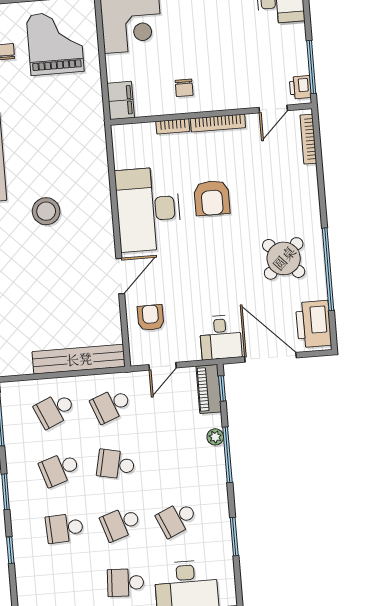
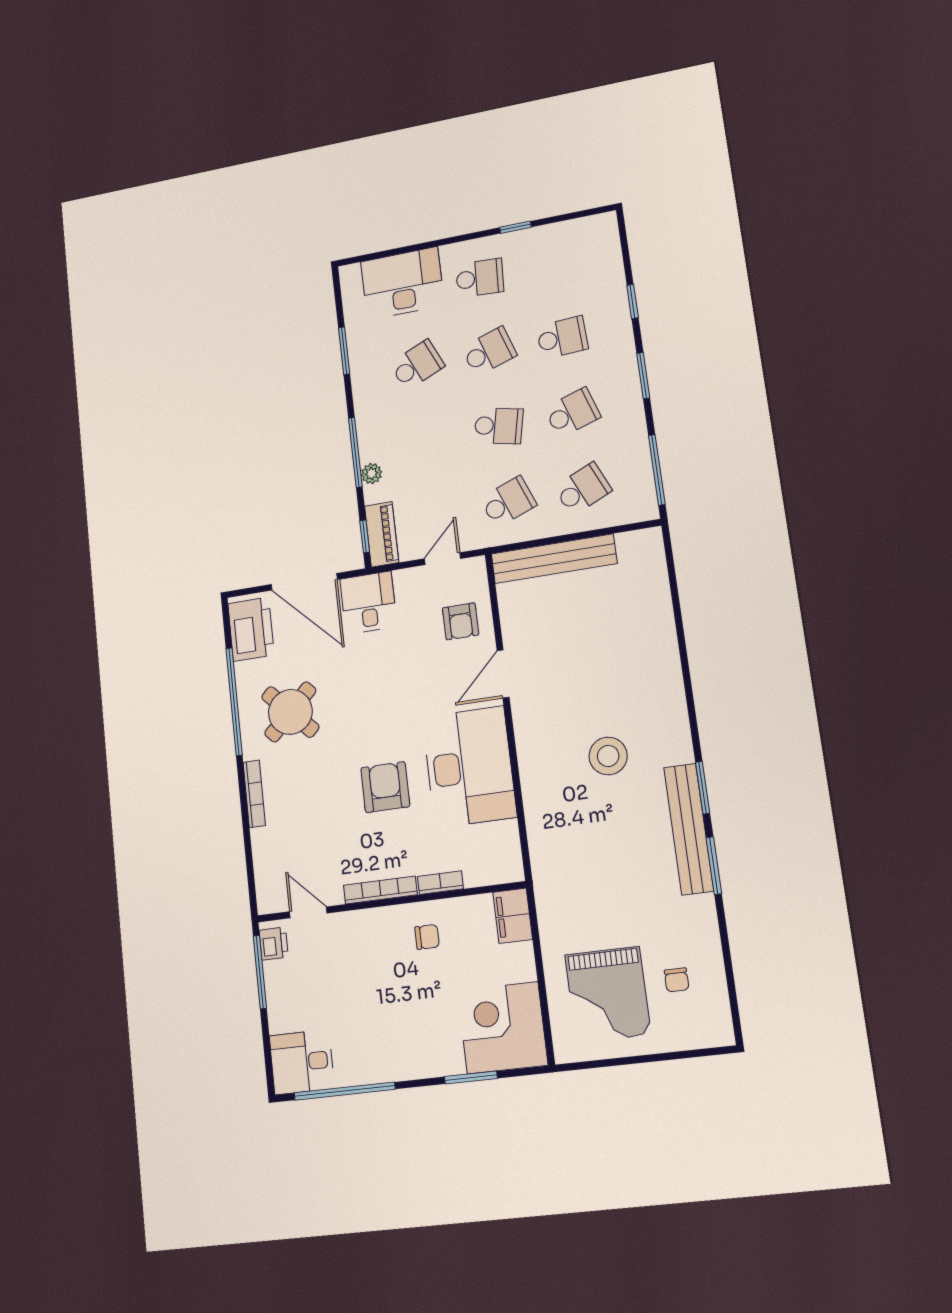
chair: (184, 88) -> (427, 937), turned 90
door: (273, 109) -> (308, 912), hinge flipped
bookcase: (308, 139) -> (254, 794), moved

